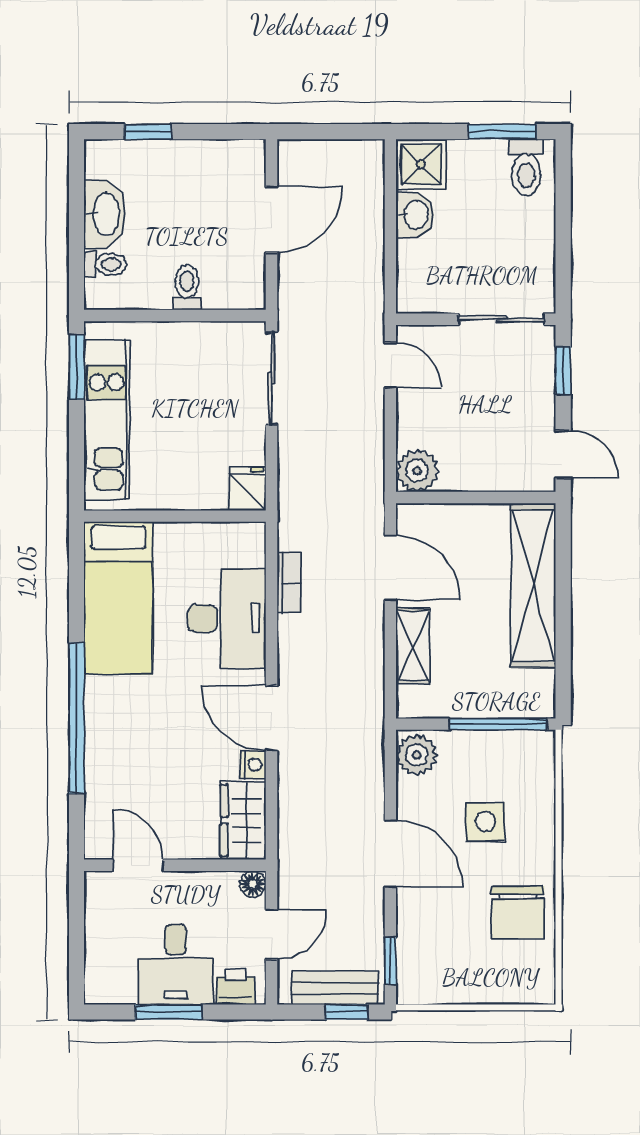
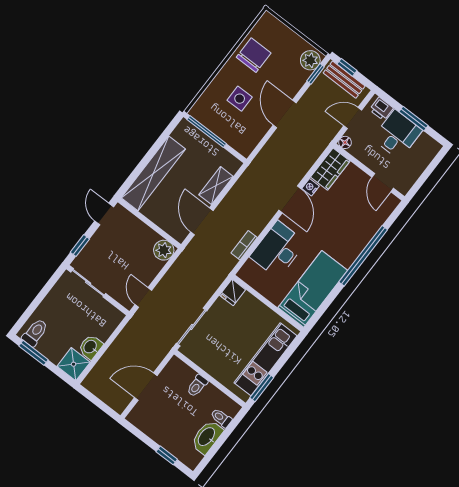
plant: (417, 755) -> (310, 60), moved

